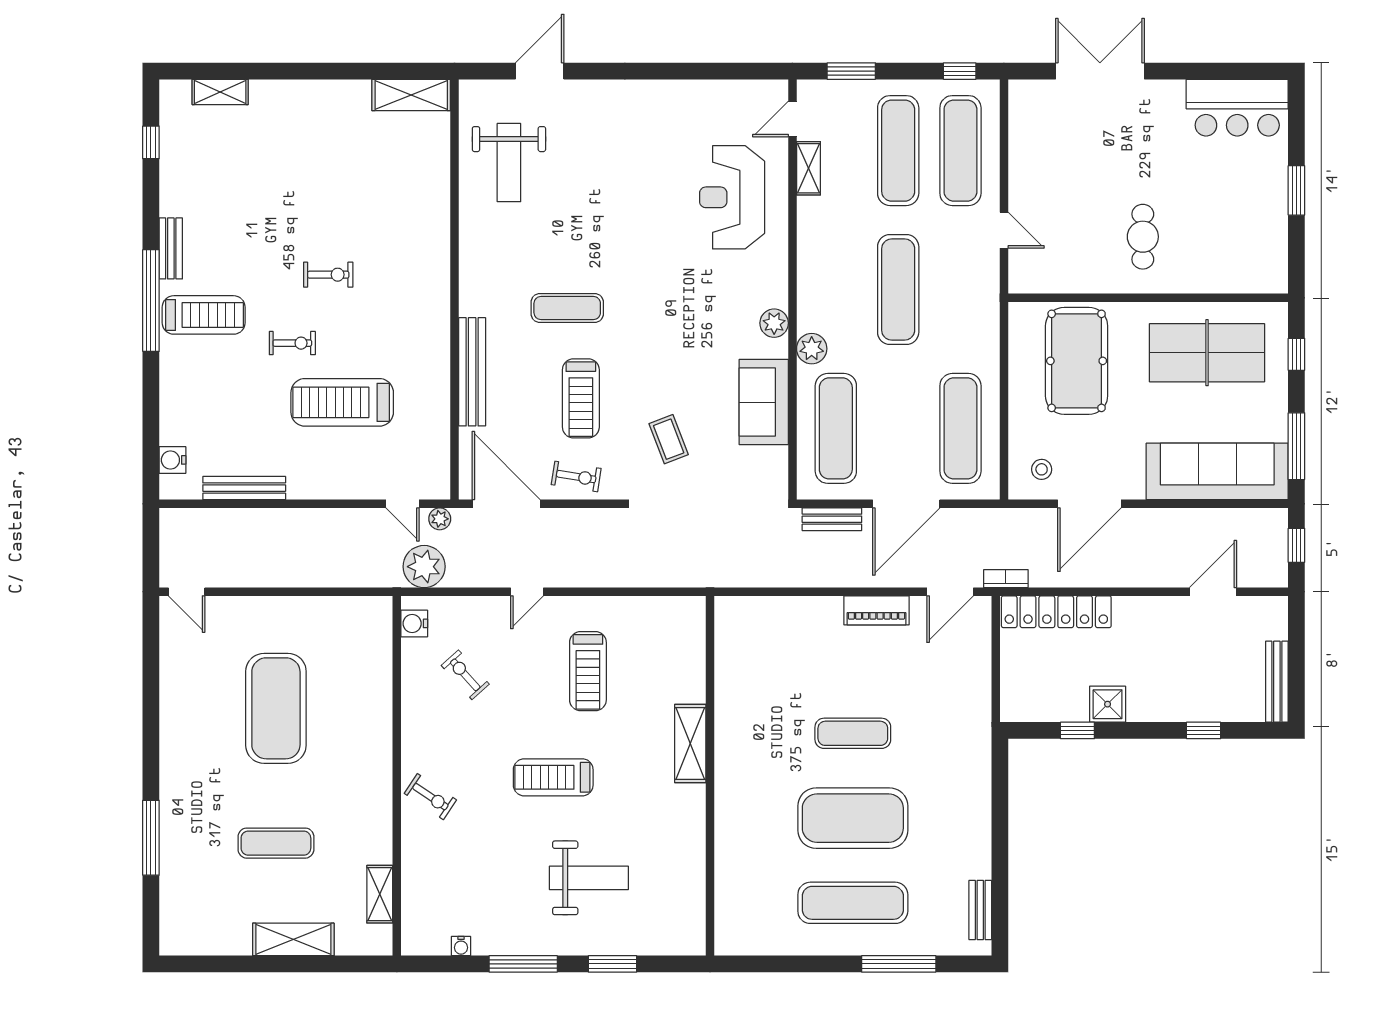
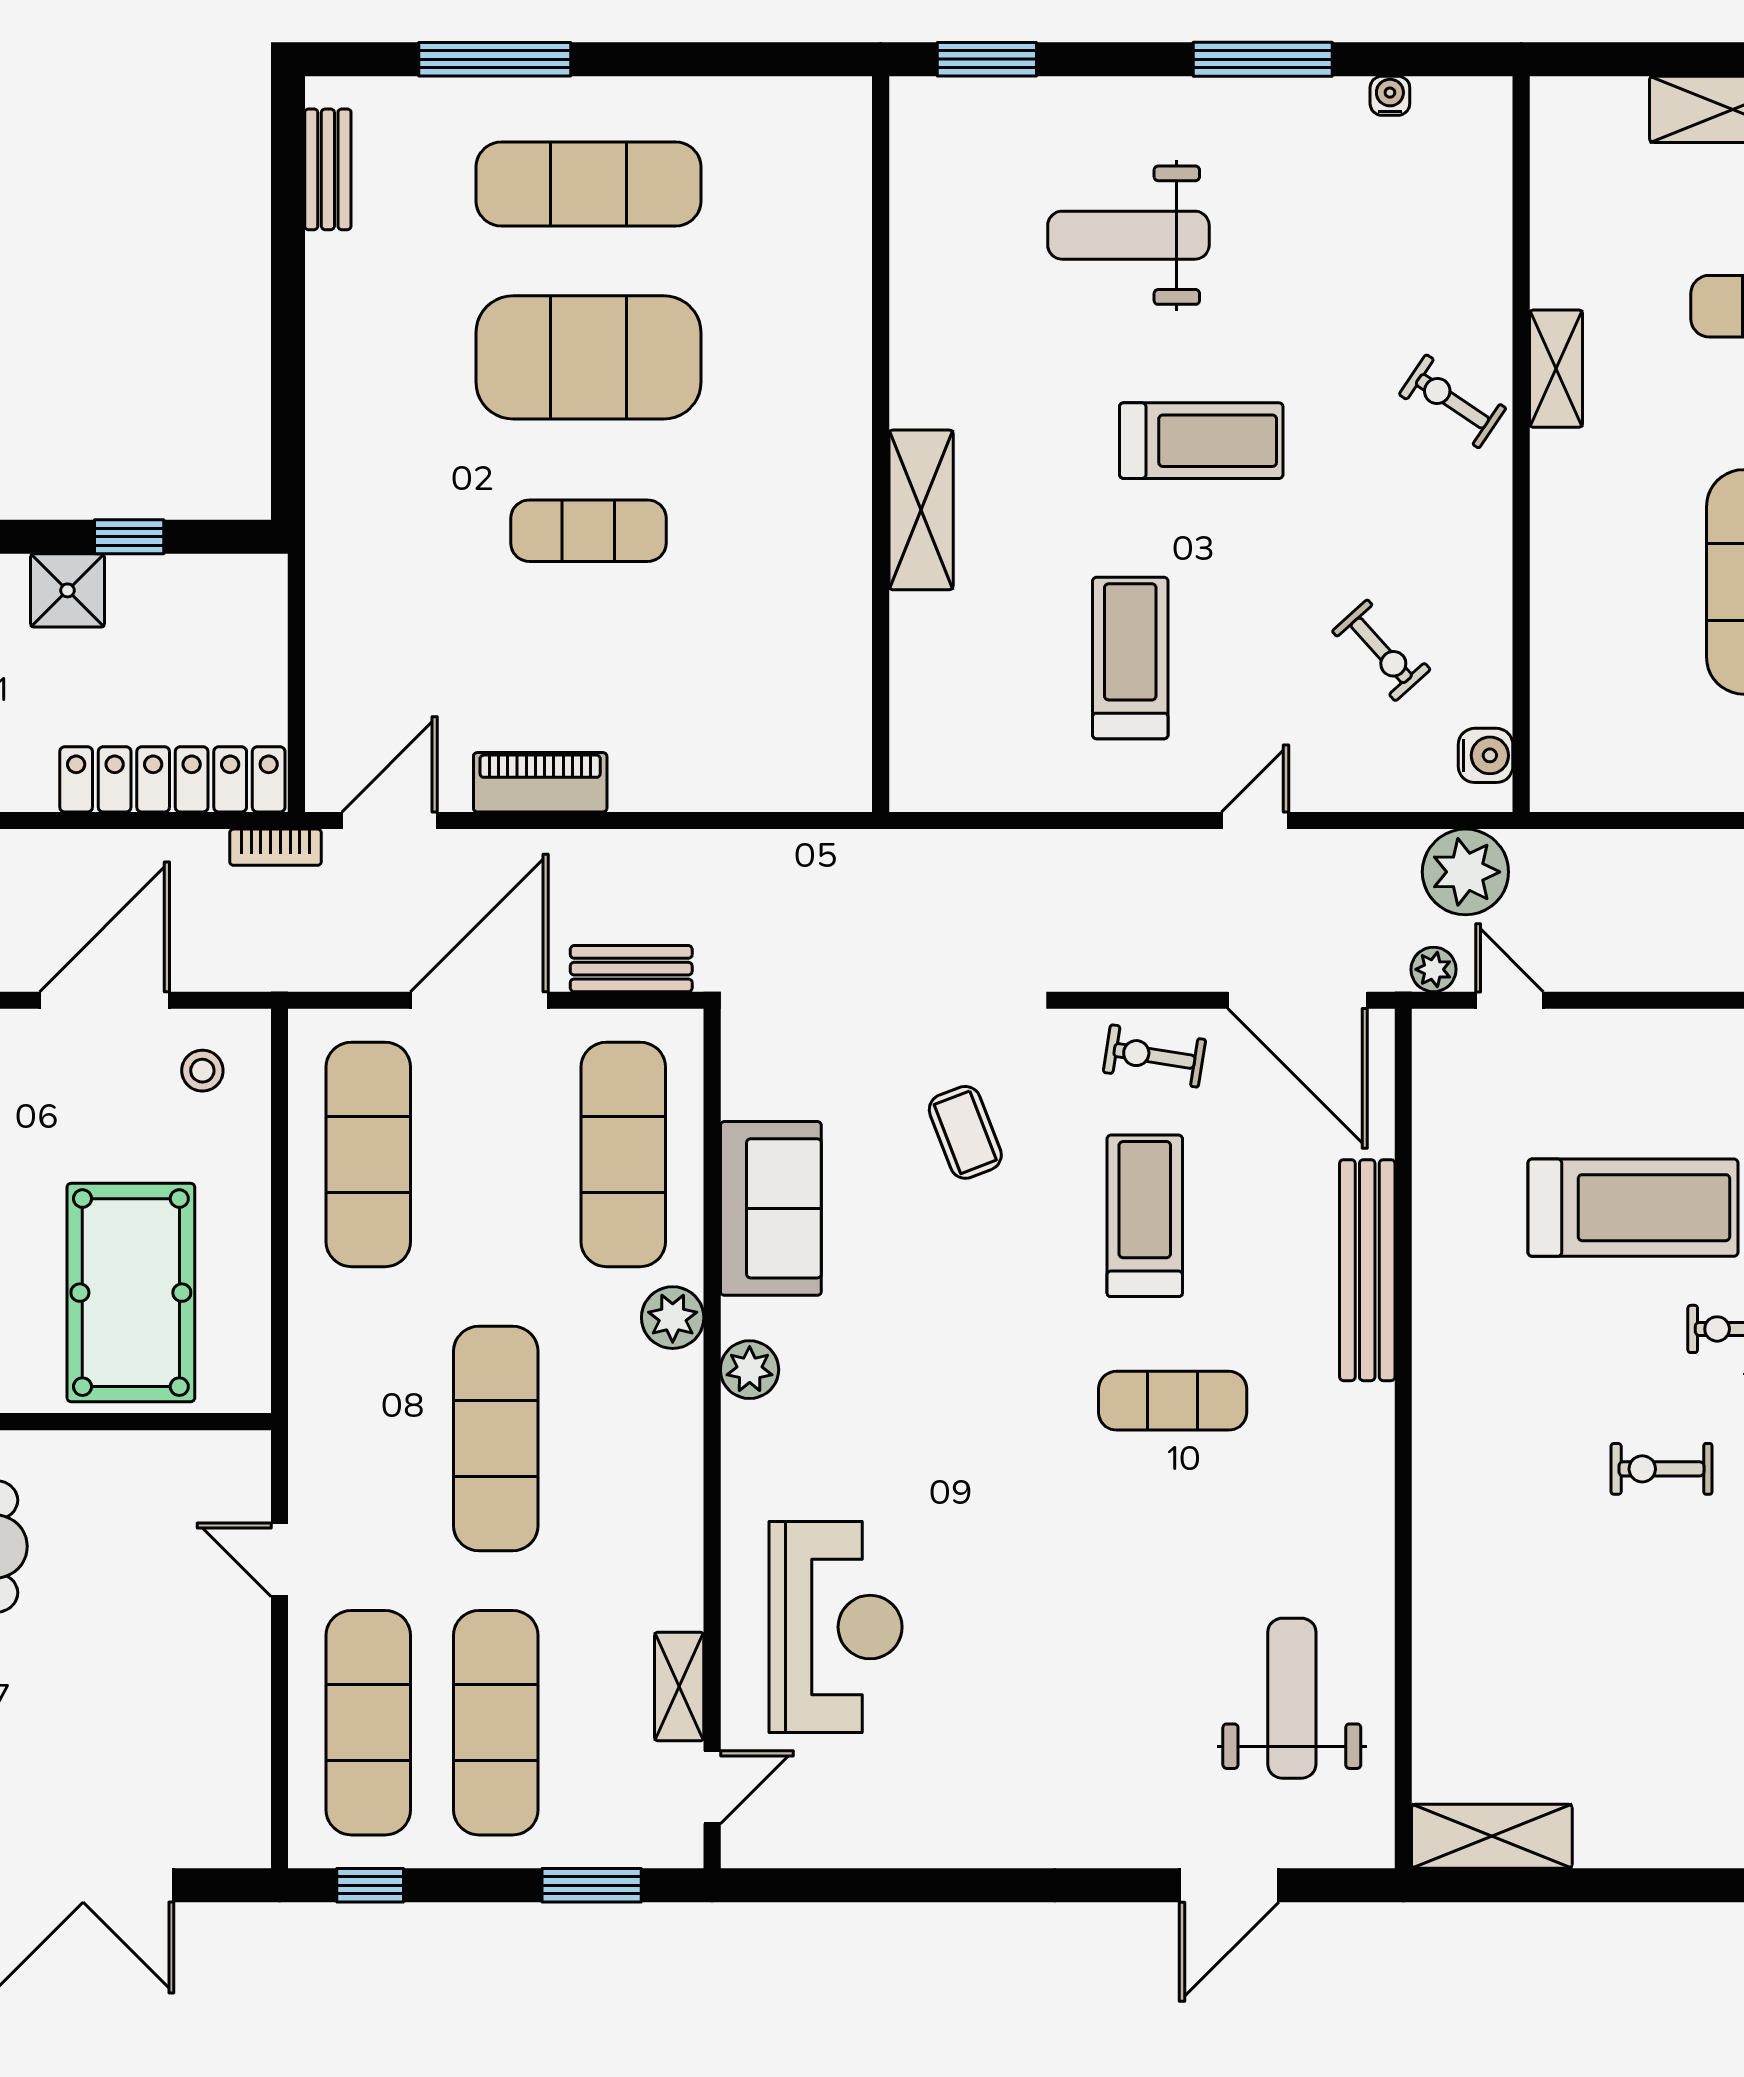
shelving: (380, 894) -> (1556, 369), moved
window: (613, 964) -> (987, 59), moved

